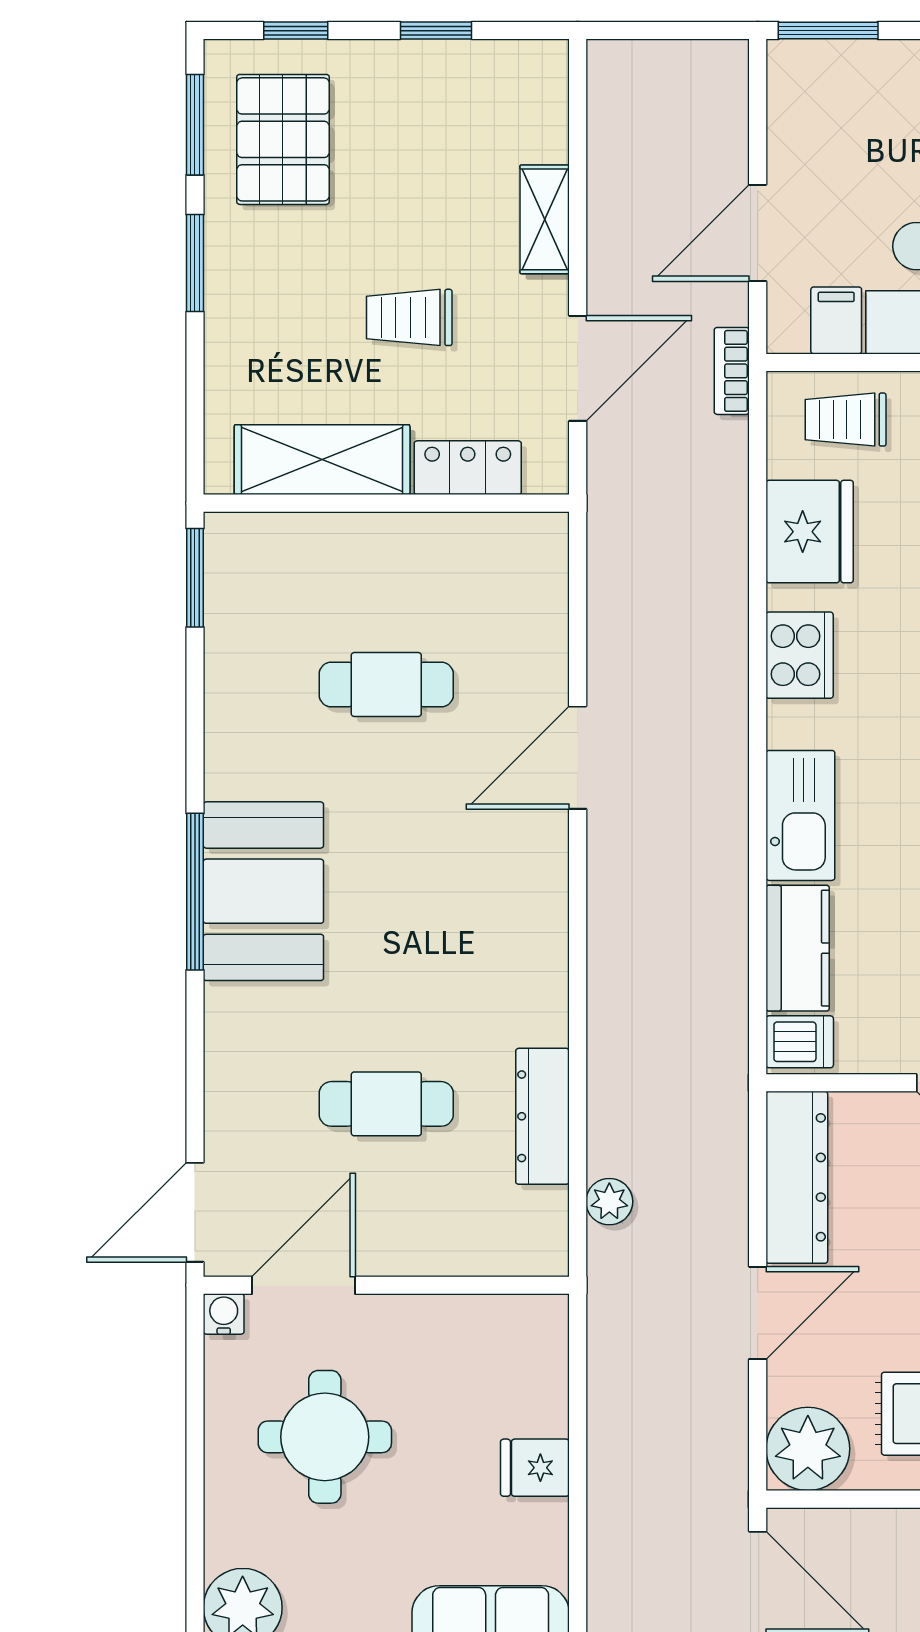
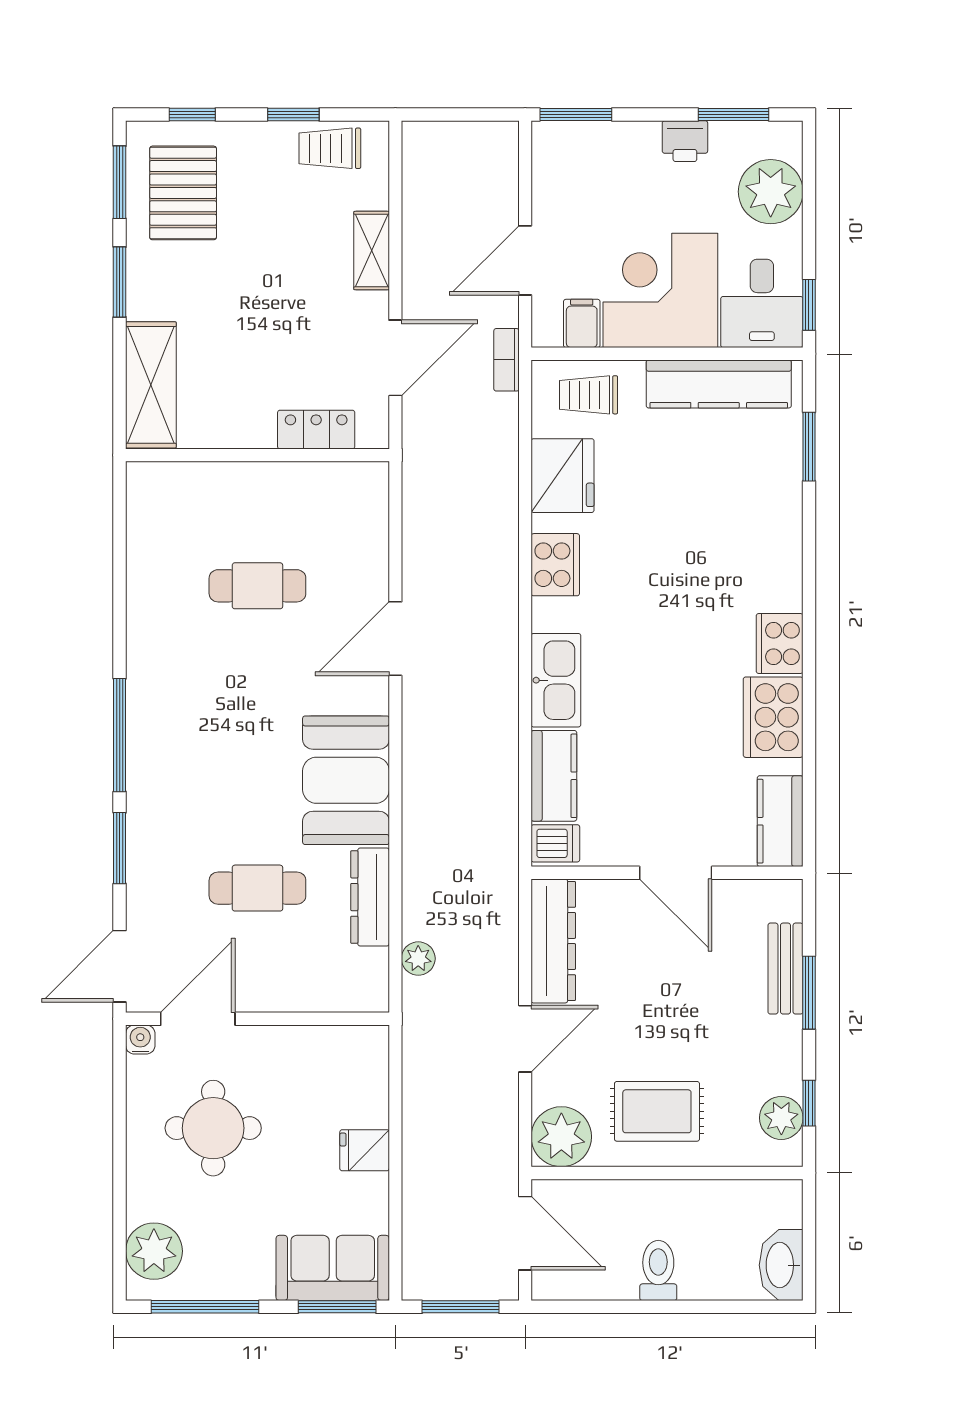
trolley: (409, 317) -> (330, 148), moved
shelving: (322, 460) -> (151, 385), moved, turned 90
window: (195, 578) -> (120, 848), moved
booth: (263, 891) -> (346, 780), moved

